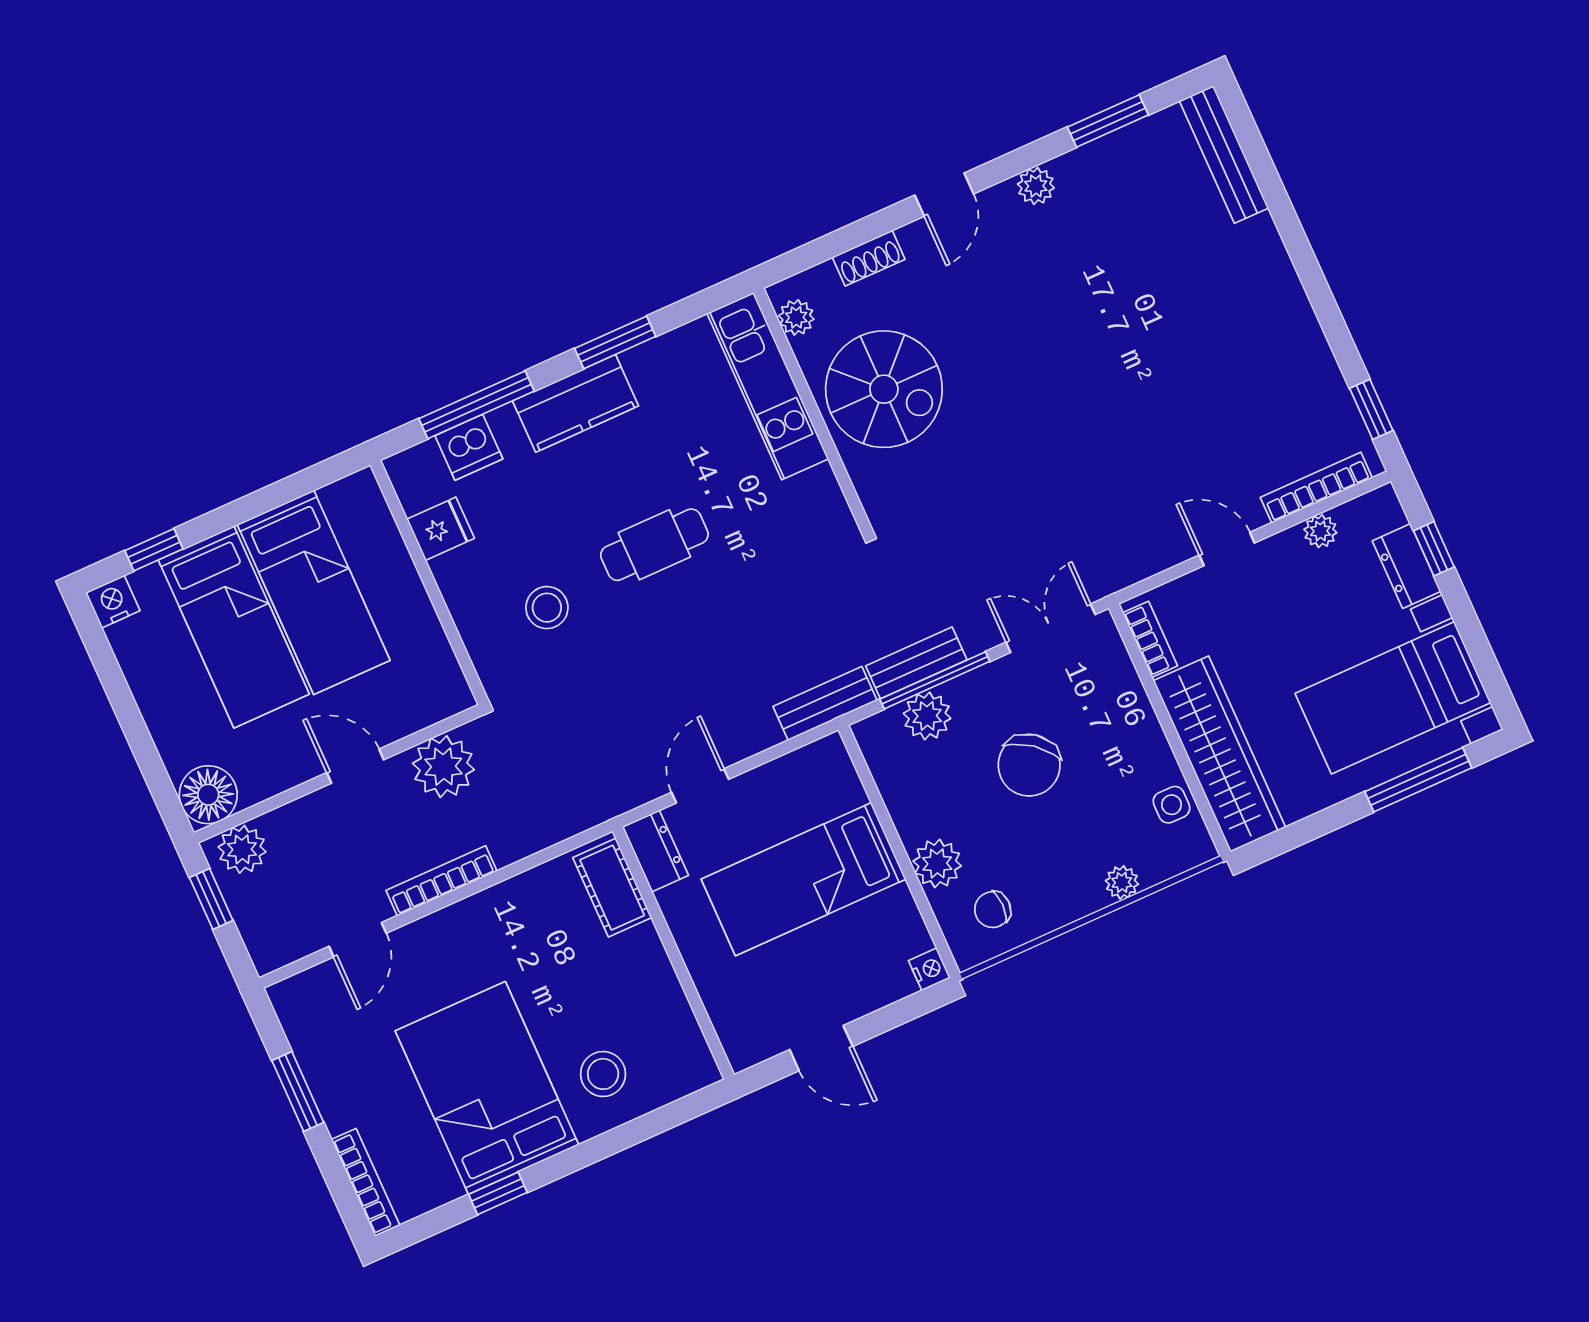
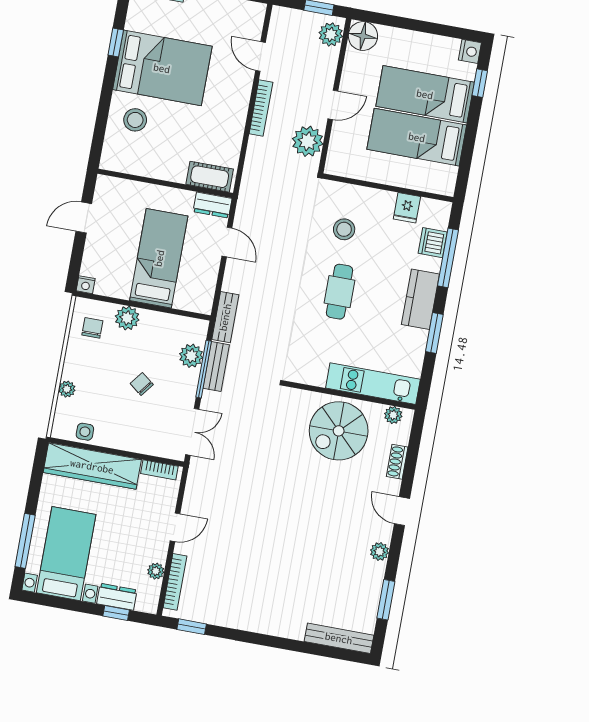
chair: (1029, 765) -> (142, 384), width x0.54, depth x0.54

